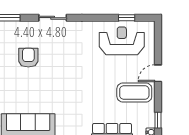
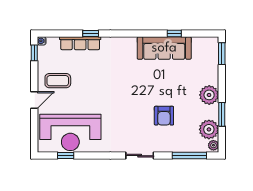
reception desk: (122, 41) -> (70, 132), width x1.36, depth x1.30
coffee table: (134, 93) -> (58, 81), width x0.73, depth x0.76

